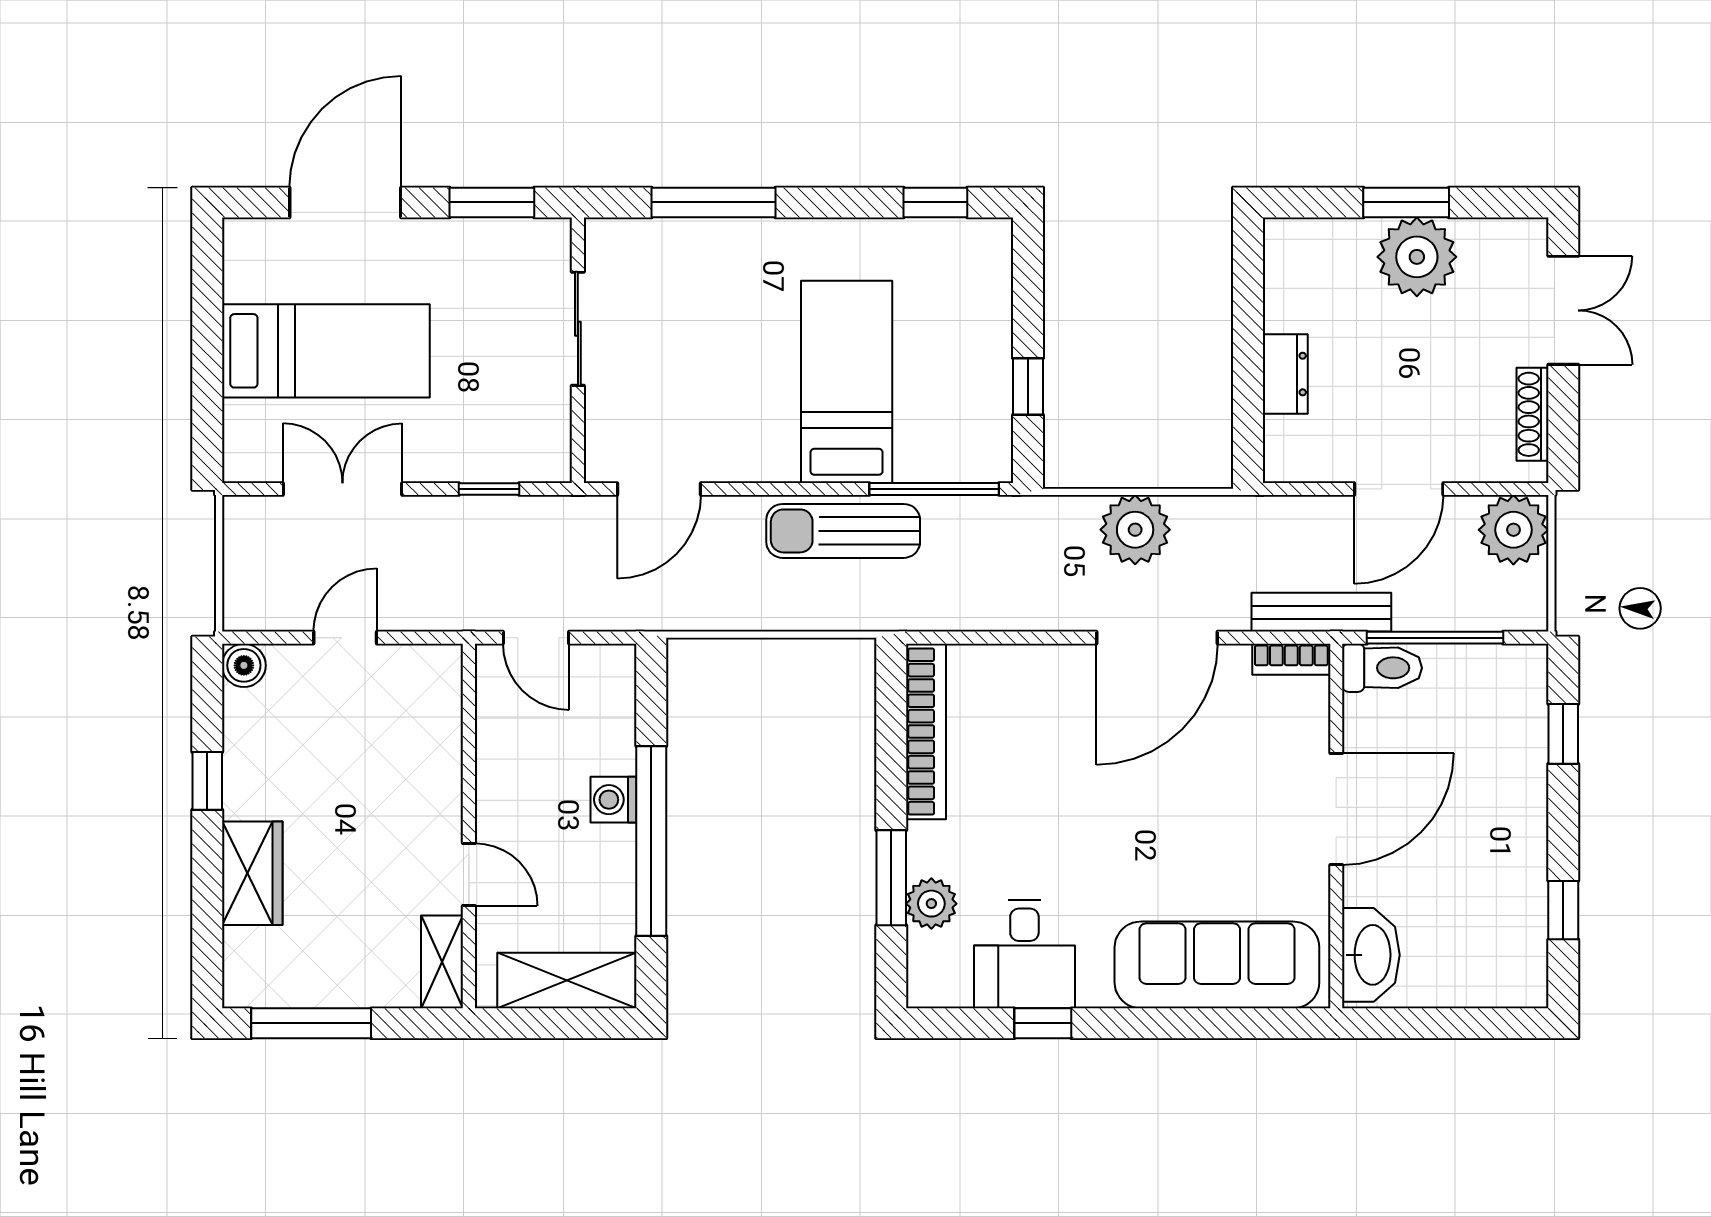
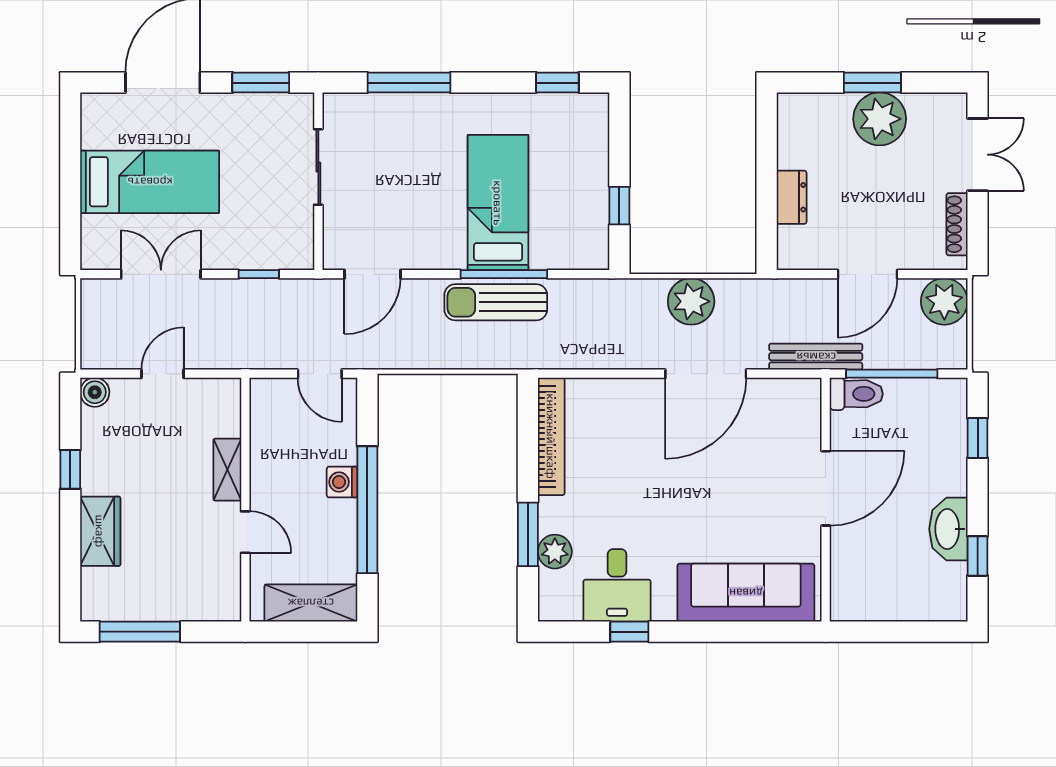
window: (934, 489) -> (504, 274), moved
door: (536, 638) -> (320, 374), moved
bookcase: (1291, 659) -> (796, 388), removed
washbasin: (1371, 955) -> (948, 529), moved, turned 180
shelving: (442, 962) -> (227, 470), moved

